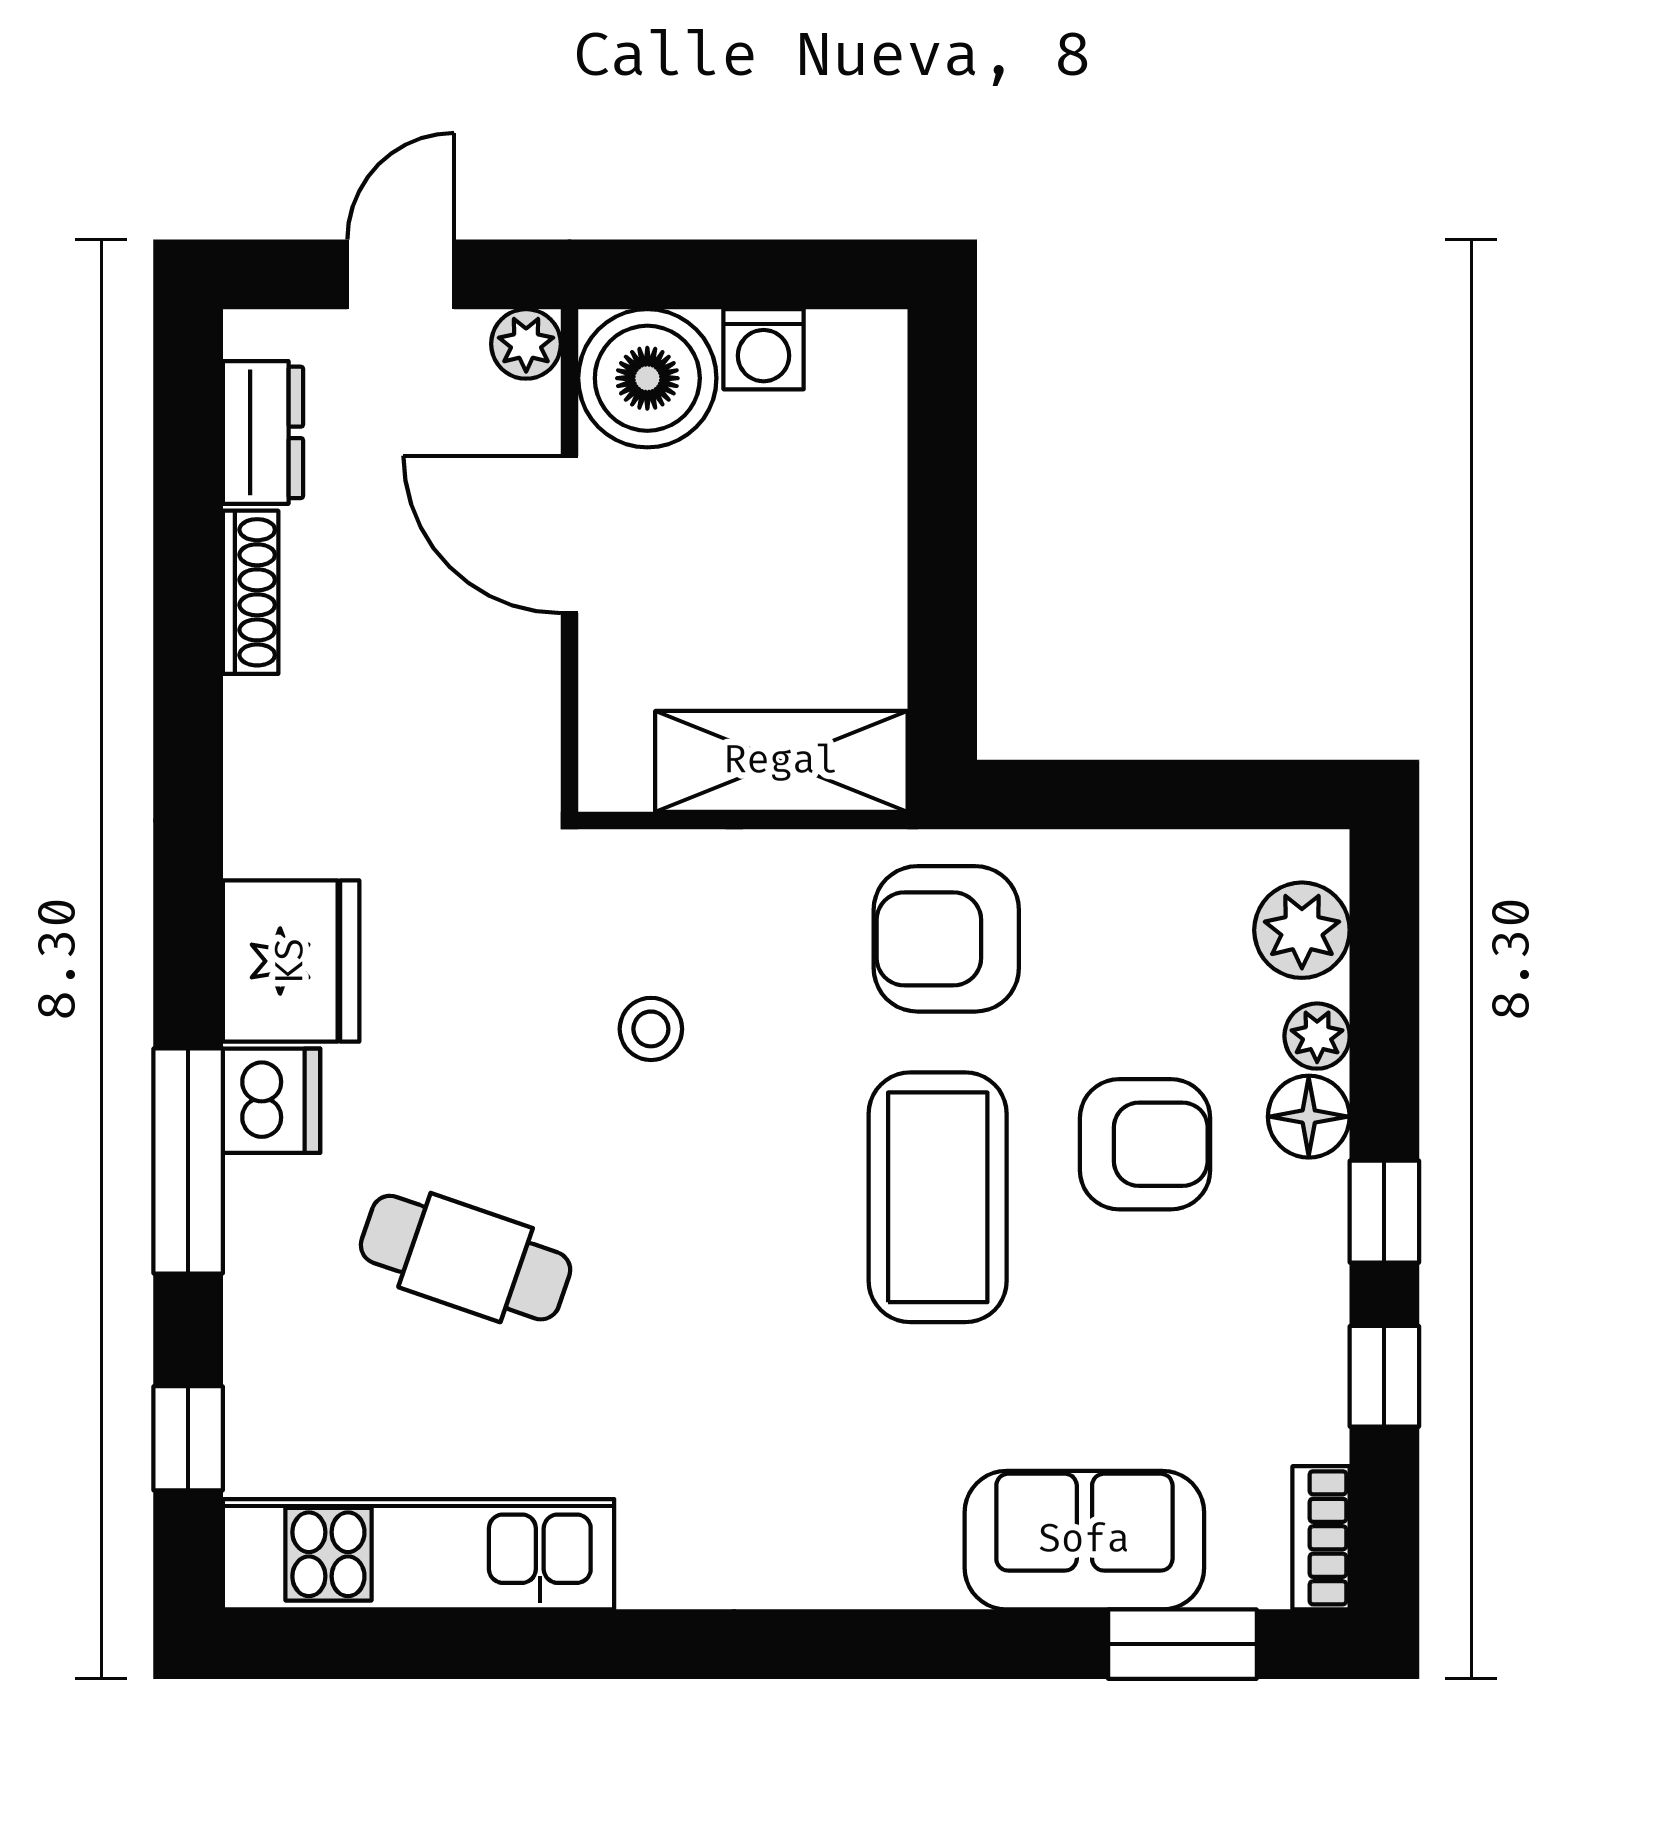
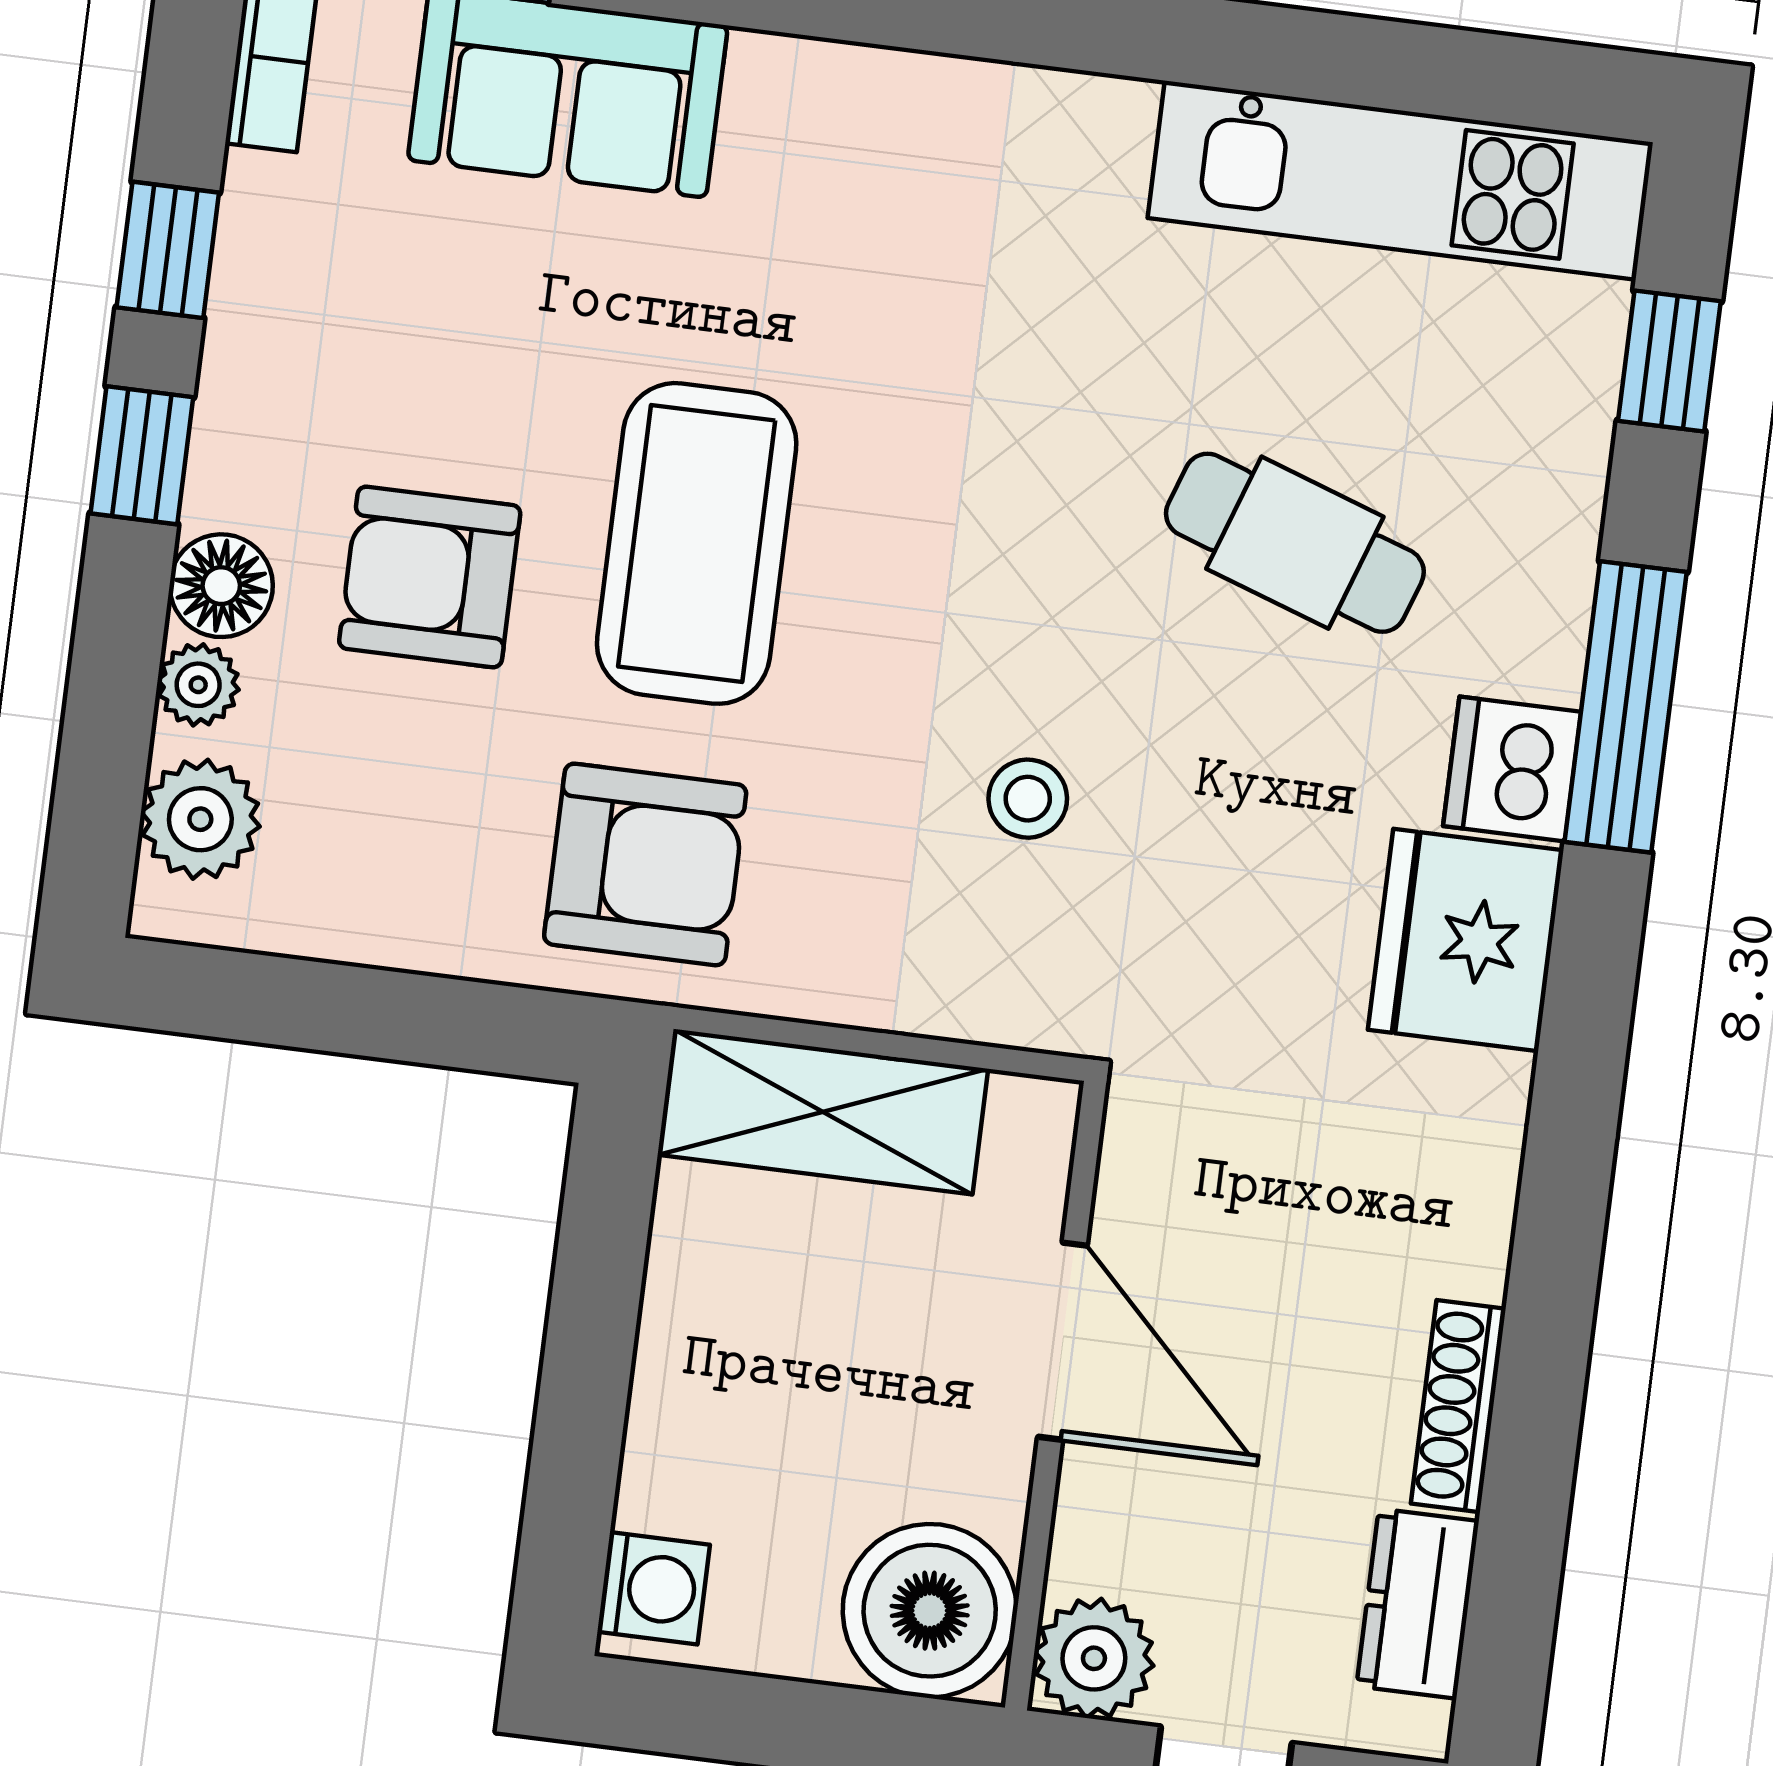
plant: (526, 344) -> (1094, 1658), width x1.38, depth x1.38
washing machine: (764, 349) -> (654, 1588), moved, turned 90
door: (570, 534) -> (1062, 1341), moved

